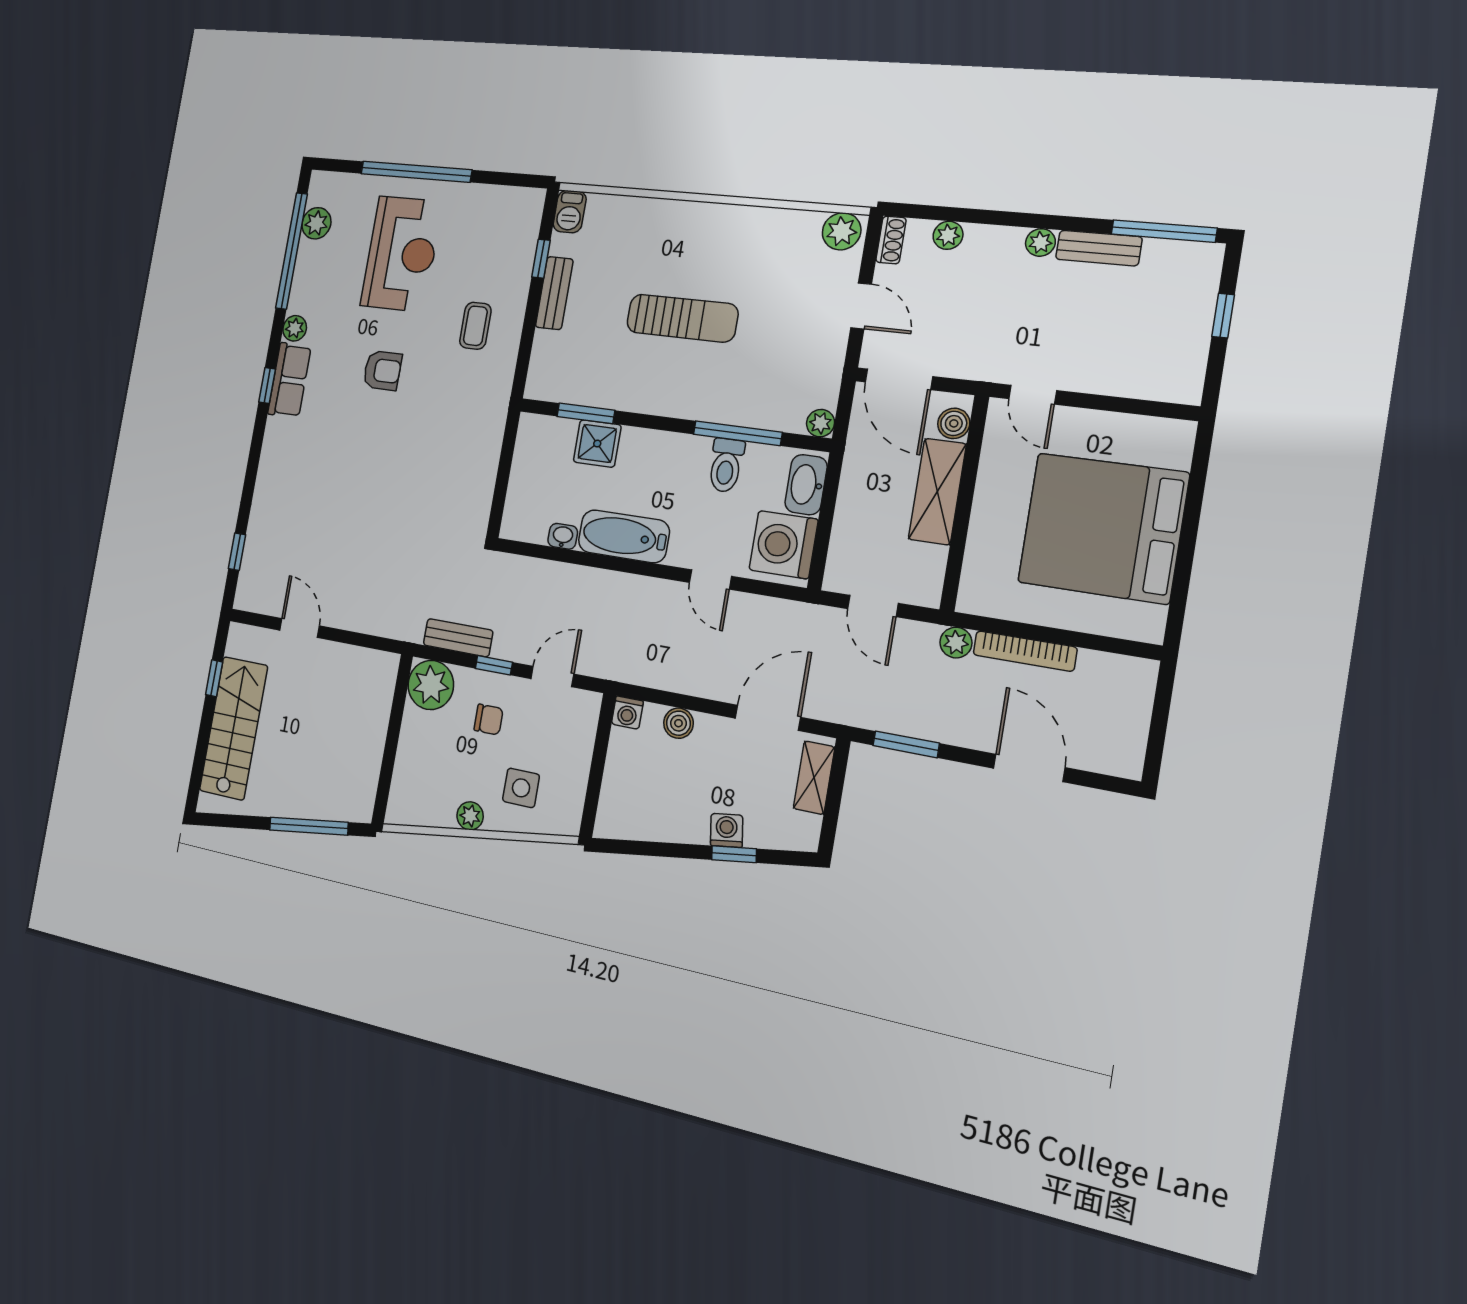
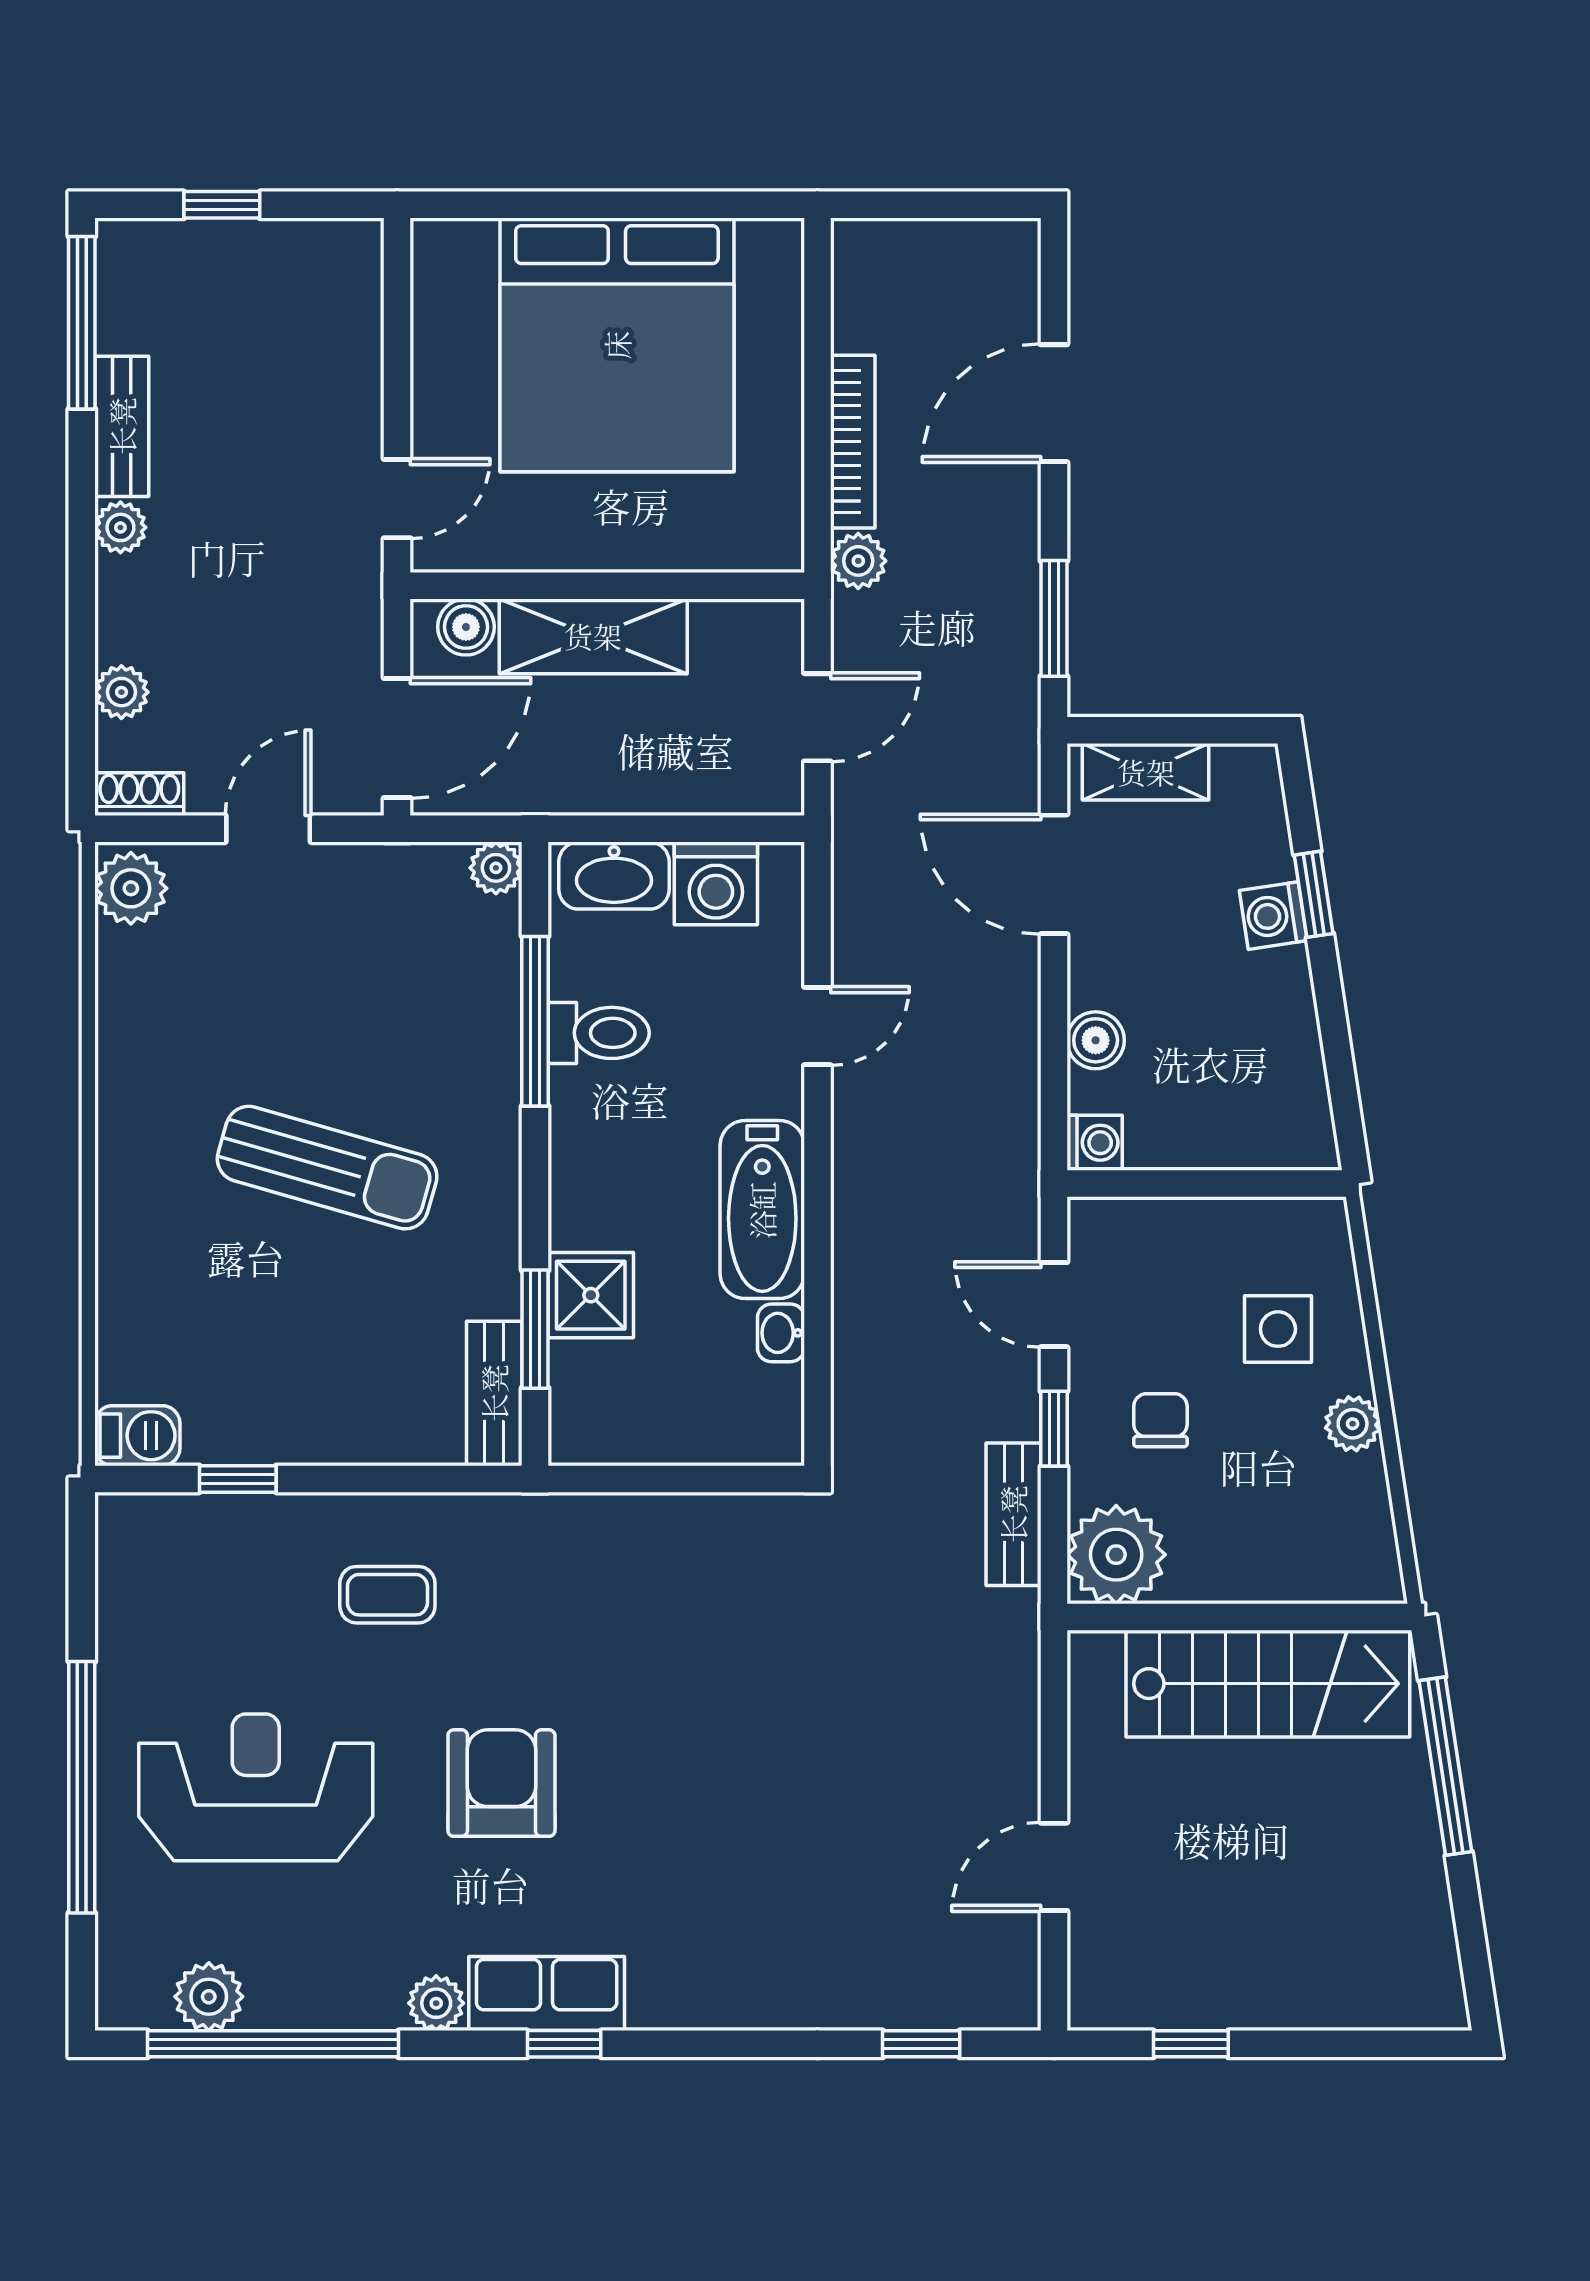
bench: (554, 293) -> (494, 1393), moved, turned 90
sun lounger: (682, 318) -> (327, 1168), turned 106
armchair: (382, 370) -> (501, 1783), width x1.38, depth x1.38
washing machine: (784, 545) -> (716, 883), width x0.73, depth x0.73
stairs: (234, 728) -> (1268, 1684), moved, turned 180

